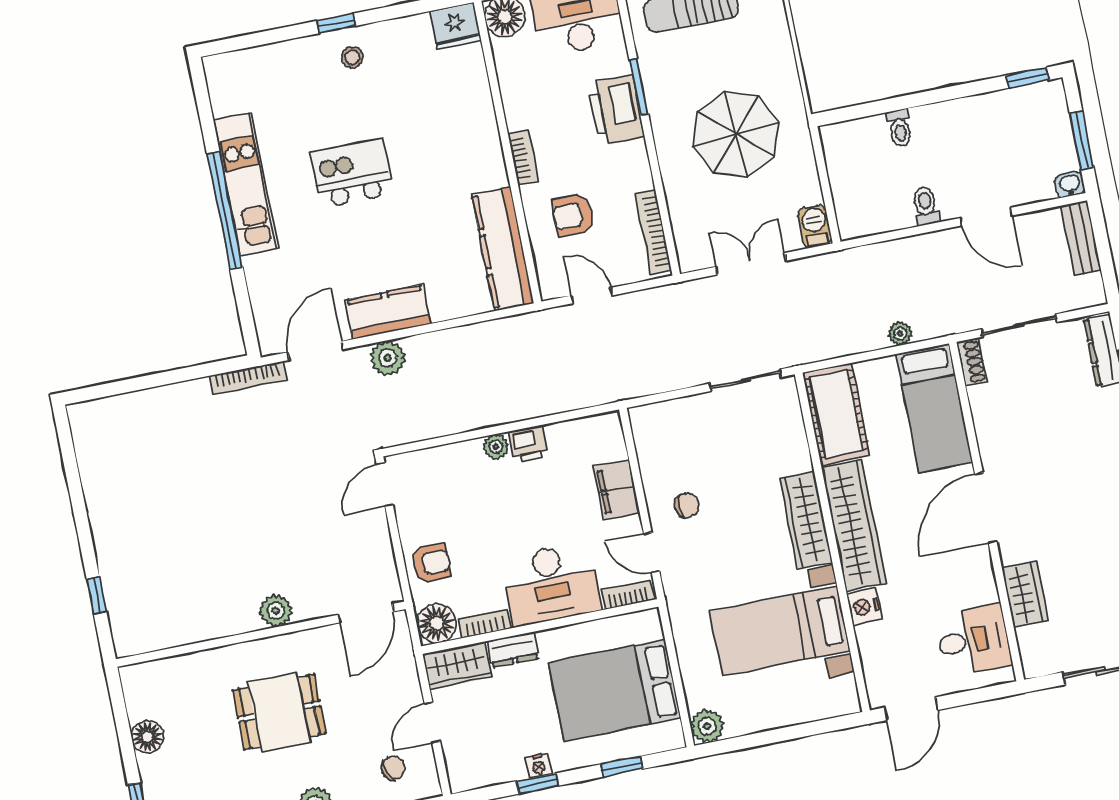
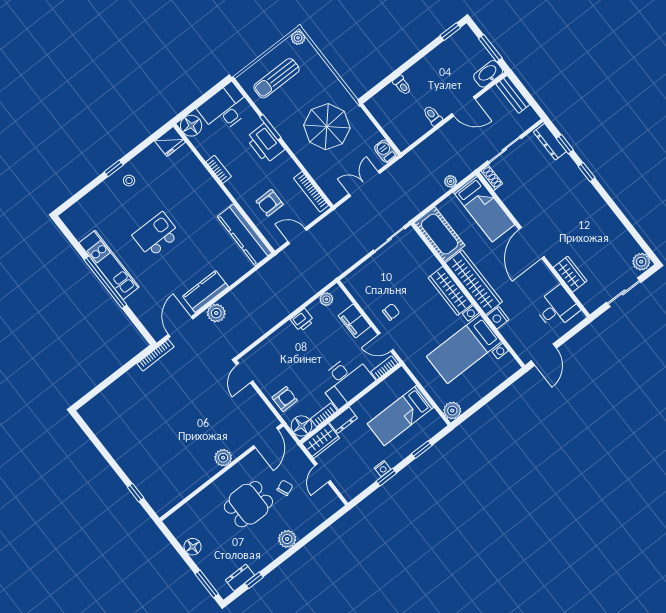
bookcase: (523, 158) -> (219, 169), moved
washbasin: (1070, 185) -> (488, 74), width x1.91, depth x1.45
plant: (496, 447) -> (326, 299), moved
bed: (614, 690) -> (400, 415), width x0.67
chair: (393, 768) -> (285, 488), moved

